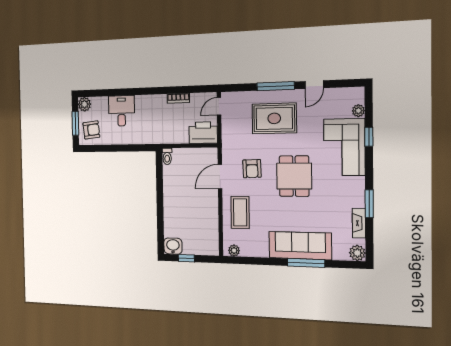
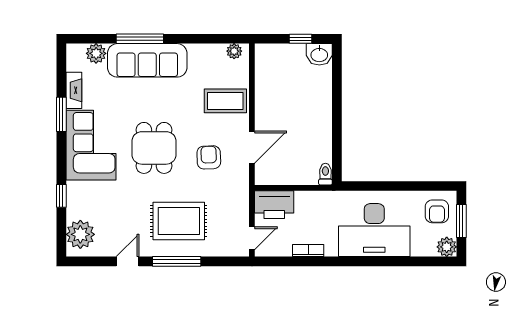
desk: (122, 111) -> (374, 230), width x1.87, depth x1.30
plant: (358, 111) -> (80, 234), width x1.87, depth x1.87
armchair: (91, 130) -> (437, 211), turned -84
corner sofa: (344, 147) -> (91, 145), moved
coffee table: (240, 212) -> (225, 101), turned 90
plant: (357, 253) -> (96, 53), moved

